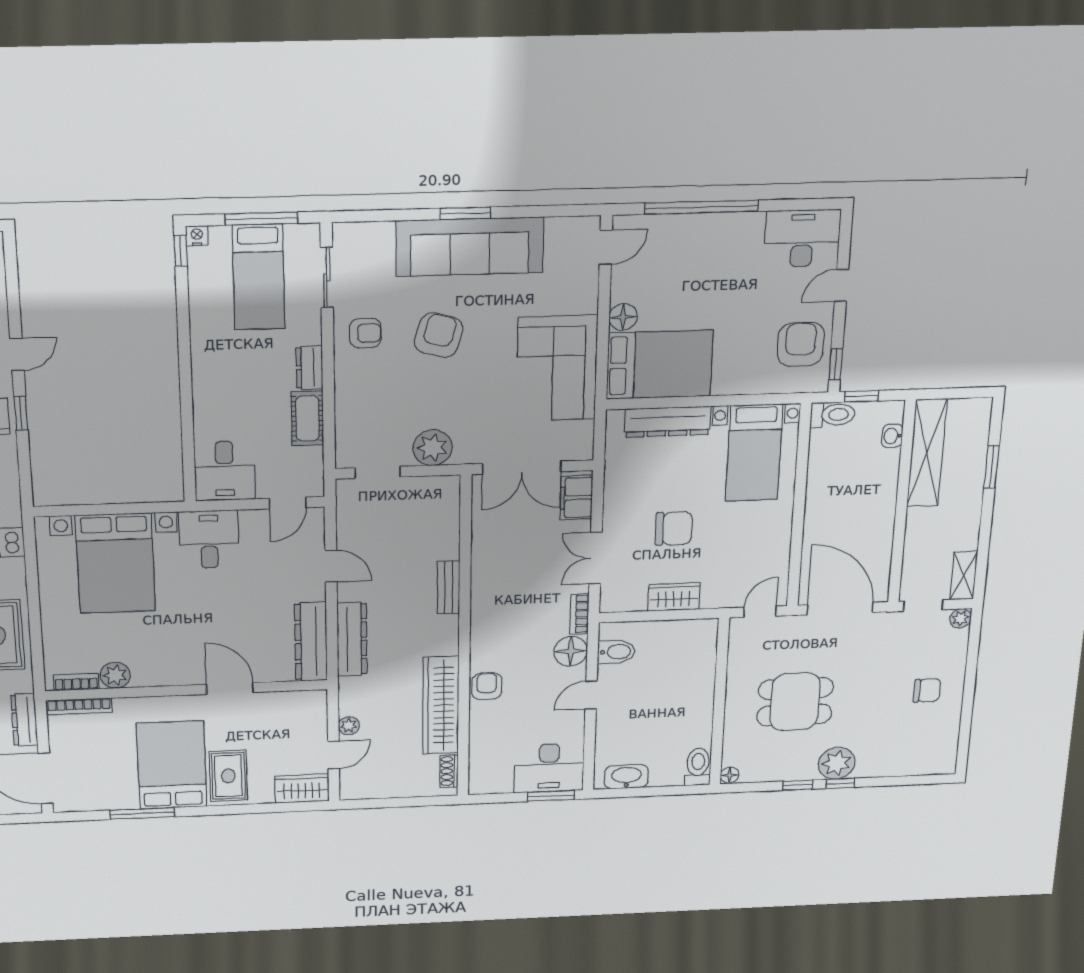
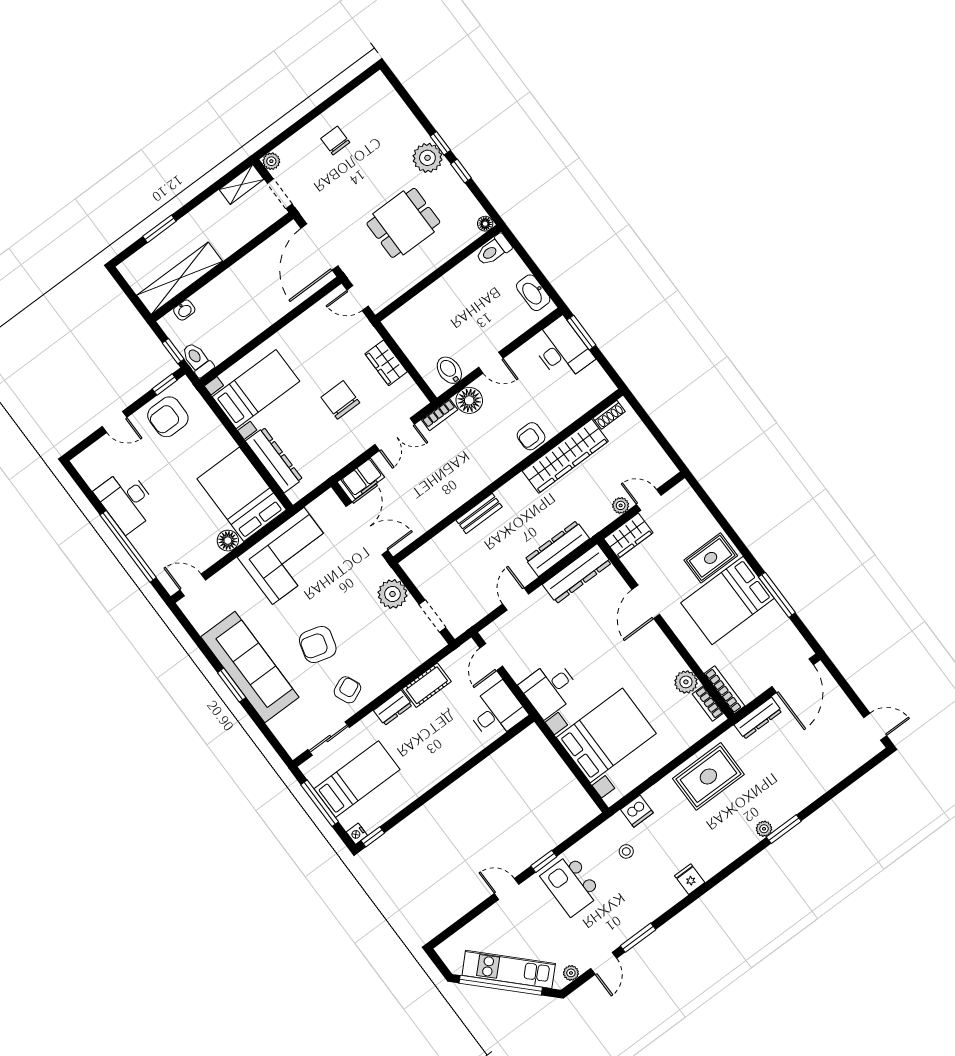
desk: (802, 238) -> (126, 501), moved
armchair: (365, 333) -> (347, 690), turned 66
door: (288, 503) -> (491, 657), swing flipped
dining table: (795, 702) -> (403, 223), turned 90
wardrobe: (302, 789) -> (628, 536), moved, turned -90

